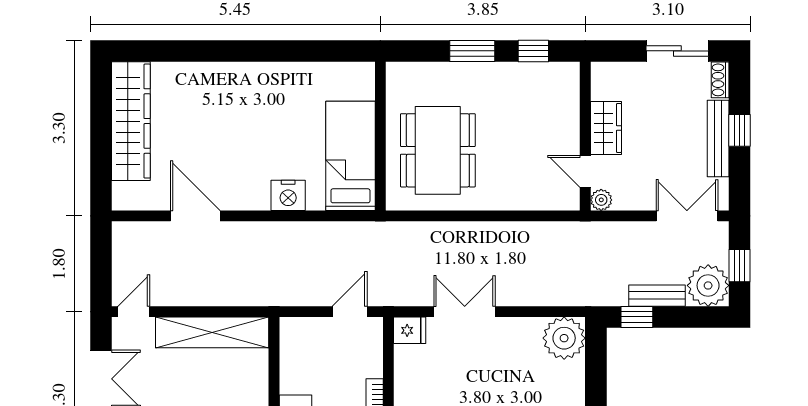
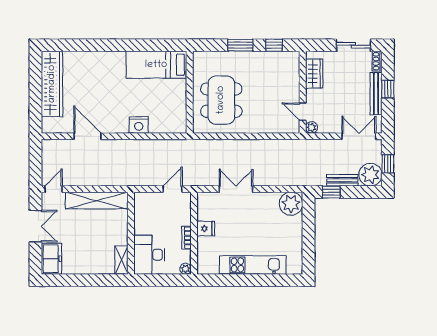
wardrobe: (606, 128) -> (314, 74), moved
bed: (350, 156) -> (156, 65), moved, turned -90
fridge: (410, 330) -> (206, 229), moved

